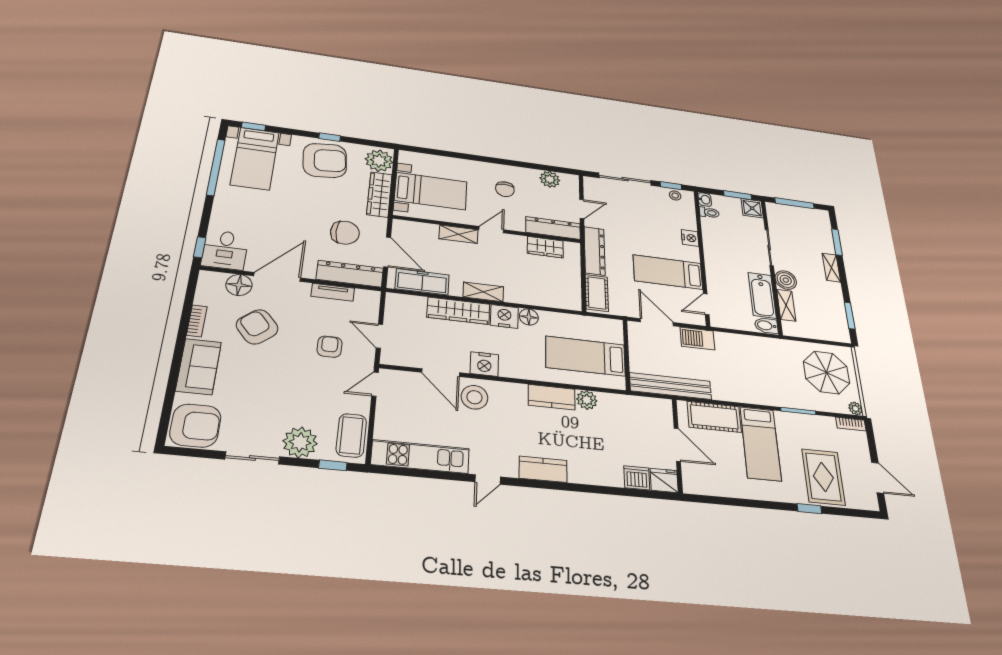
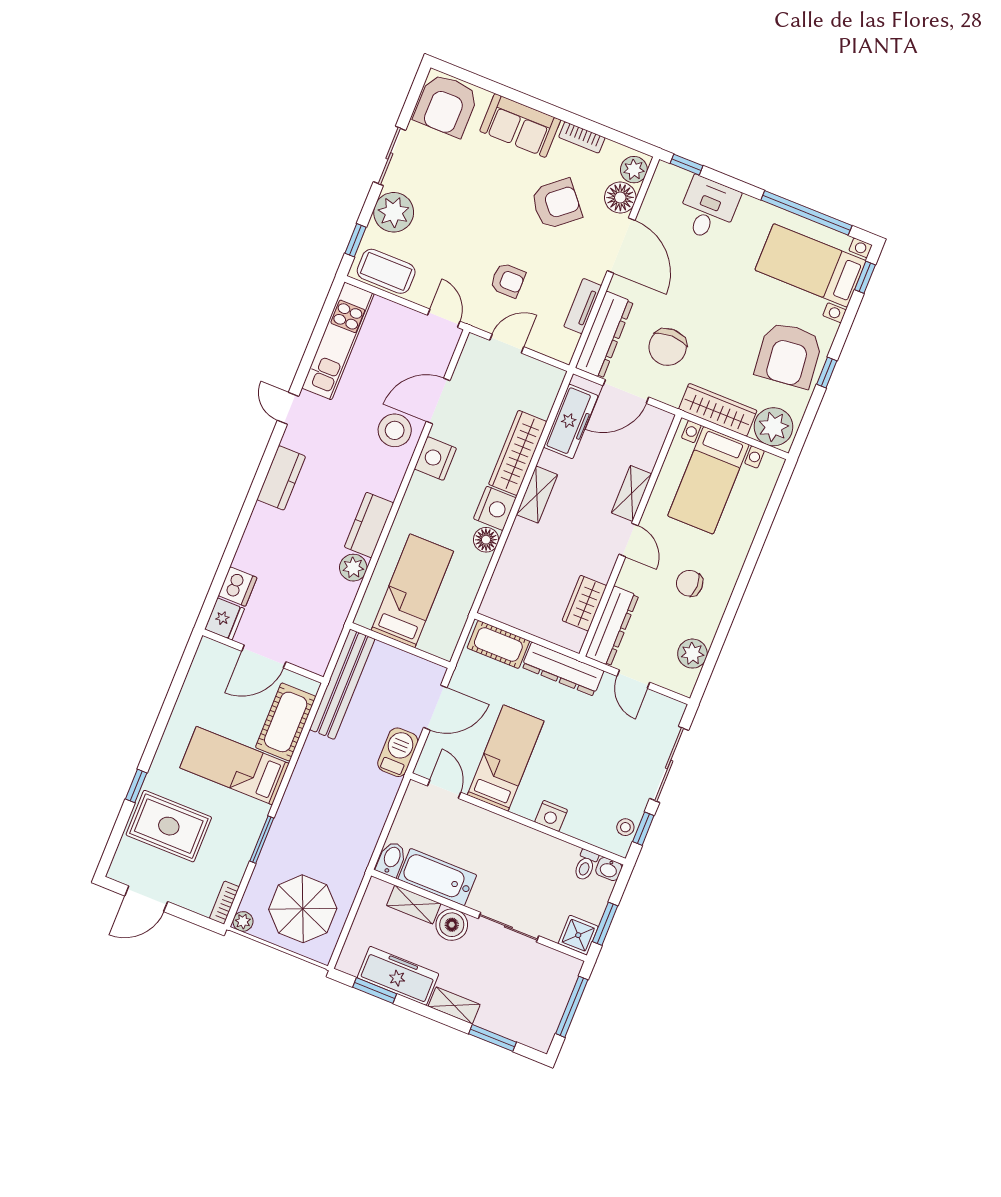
desk: (225, 250) -> (708, 209), moved, turned 90
plant: (214, 280) -> (634, 170), added
freezer: (833, 304) -> (398, 976), added

